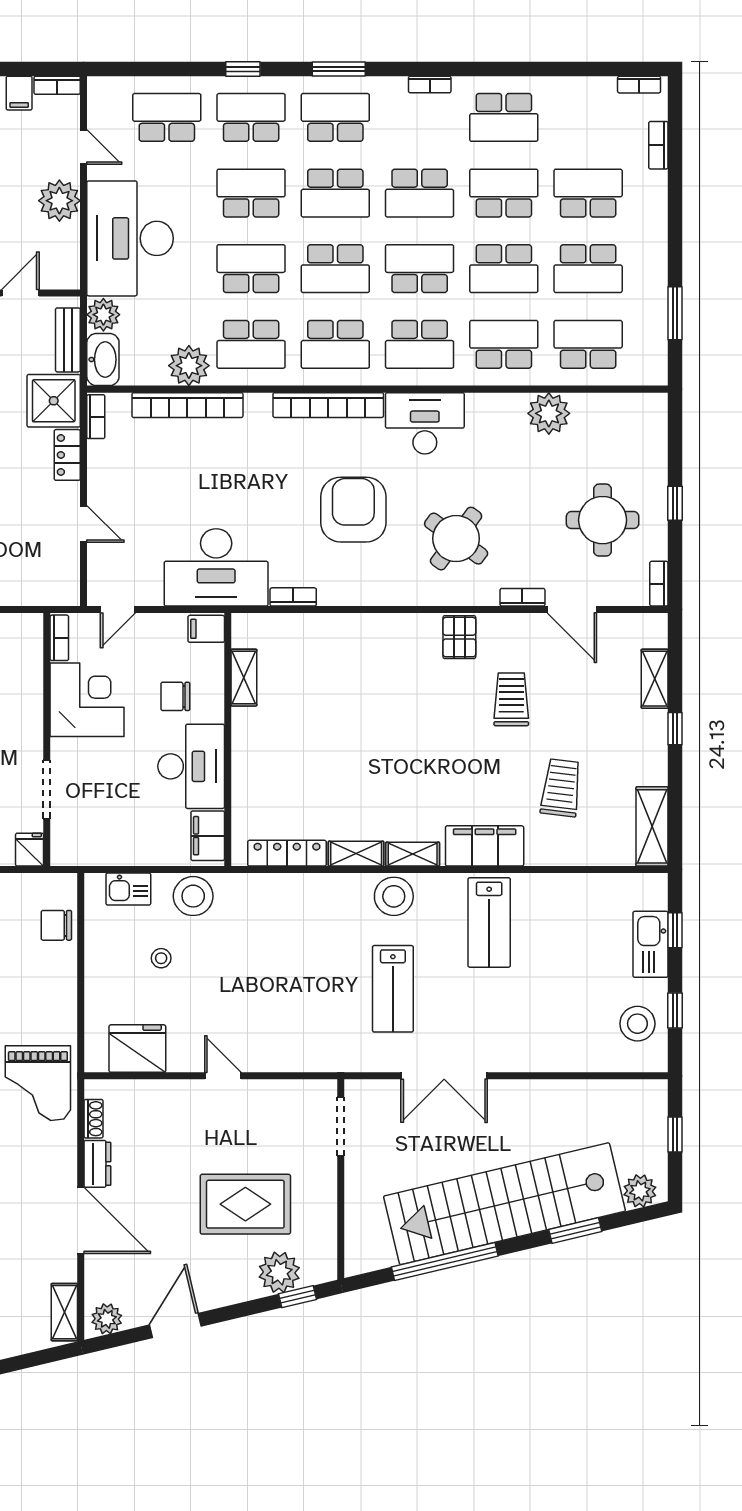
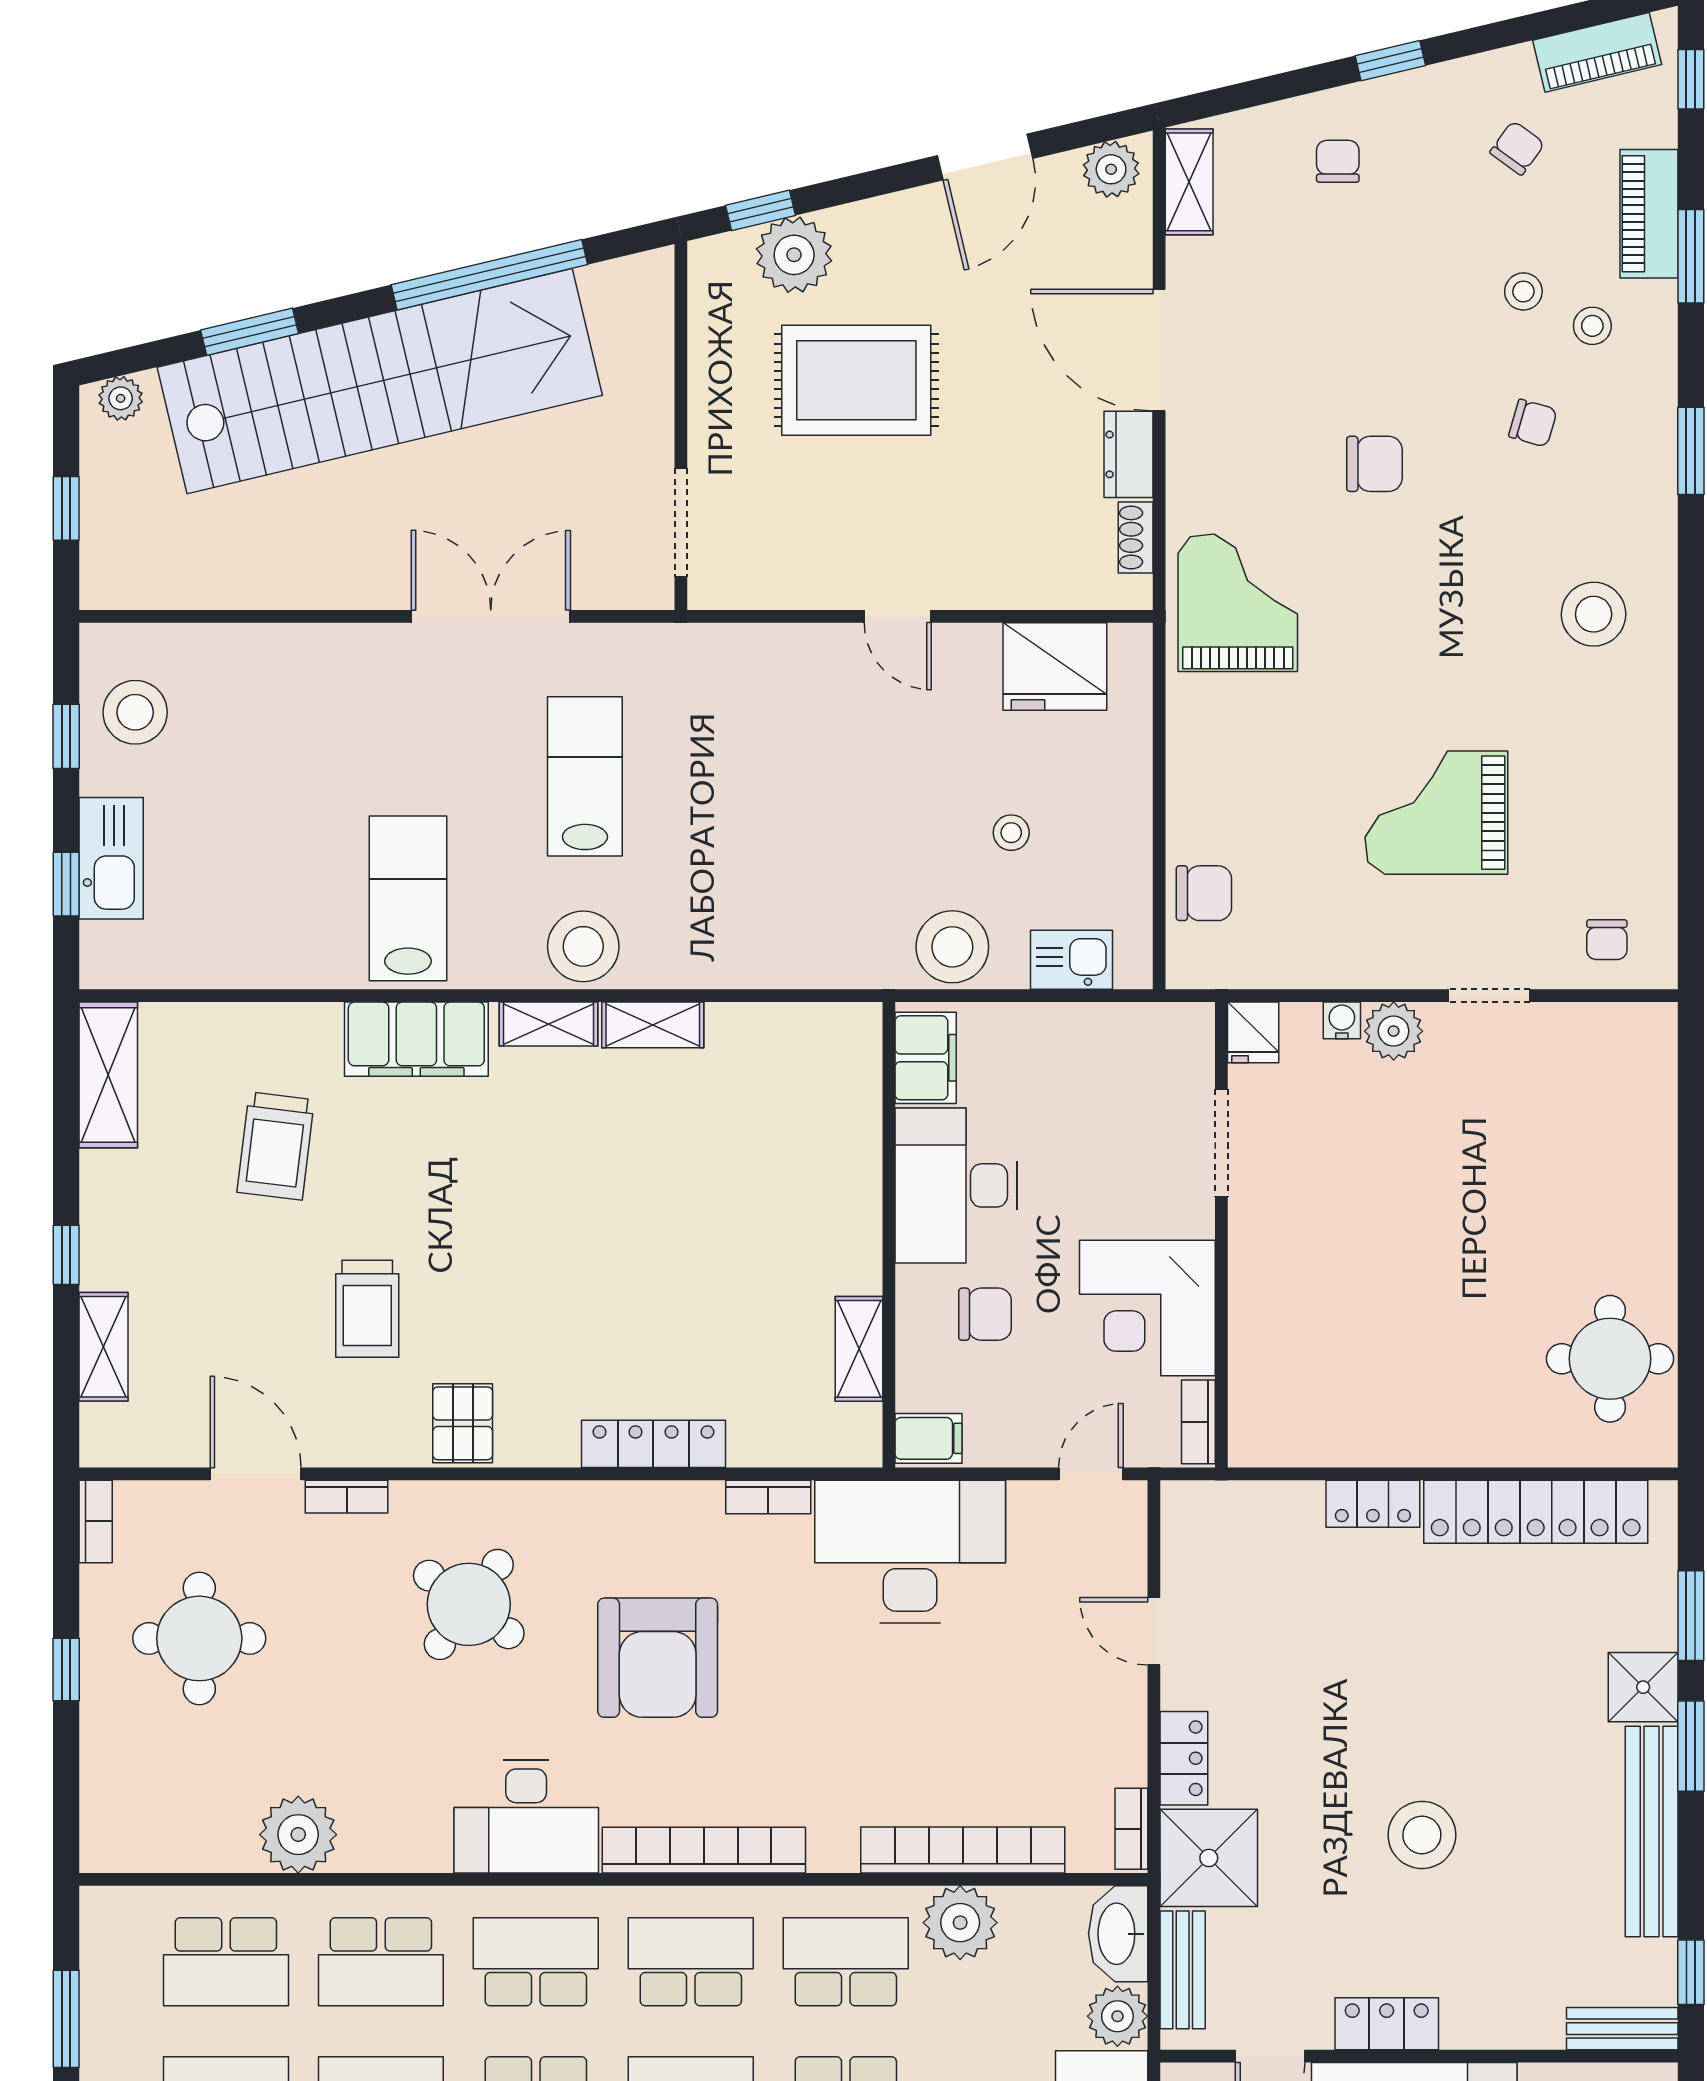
locker: (287, 853) -> (653, 1444), moved, turned 180
plant: (640, 1191) -> (121, 398), width x0.73, depth x0.73

